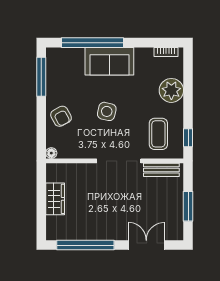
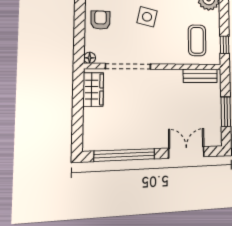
armchair: (61, 116) -> (100, 20), turned -152
doorway: (119, 161) -> (128, 66), moved
wardrobe: (55, 199) -> (93, 89), moved

